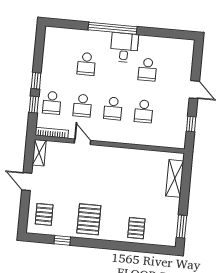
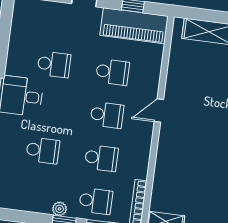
plant: (45, 77) -> (59, 209), added
piano: (177, 125) -> (134, 26), added
door: (82, 142) -> (159, 110), moved

